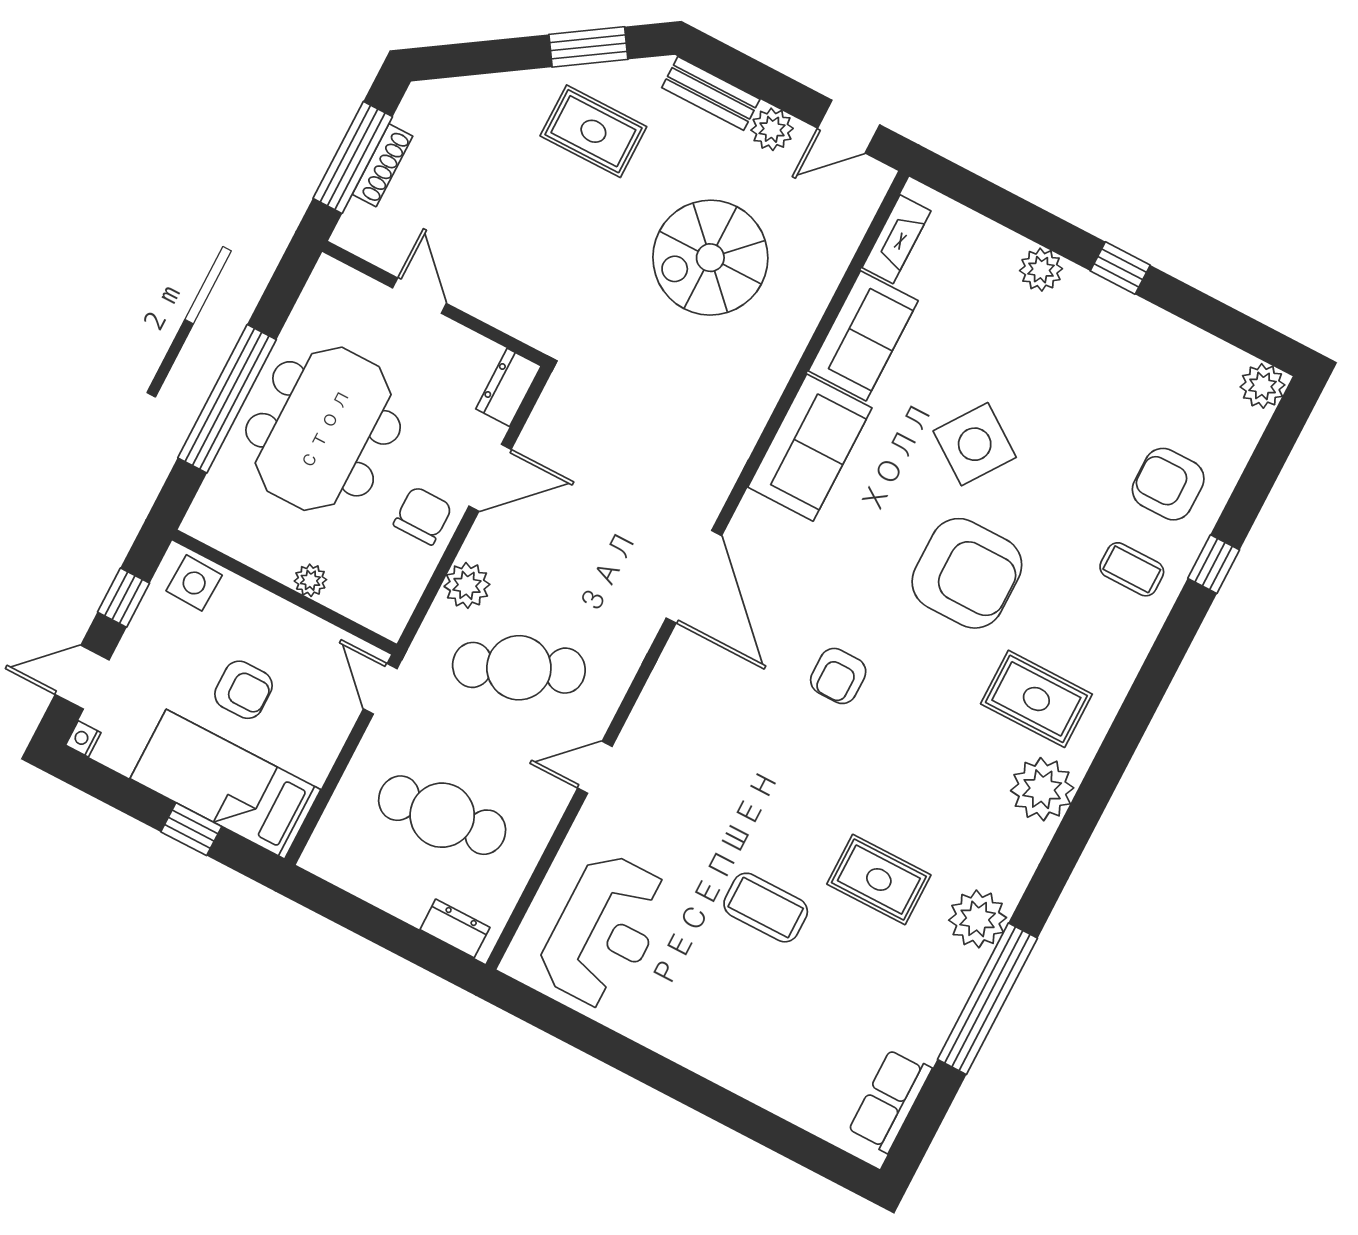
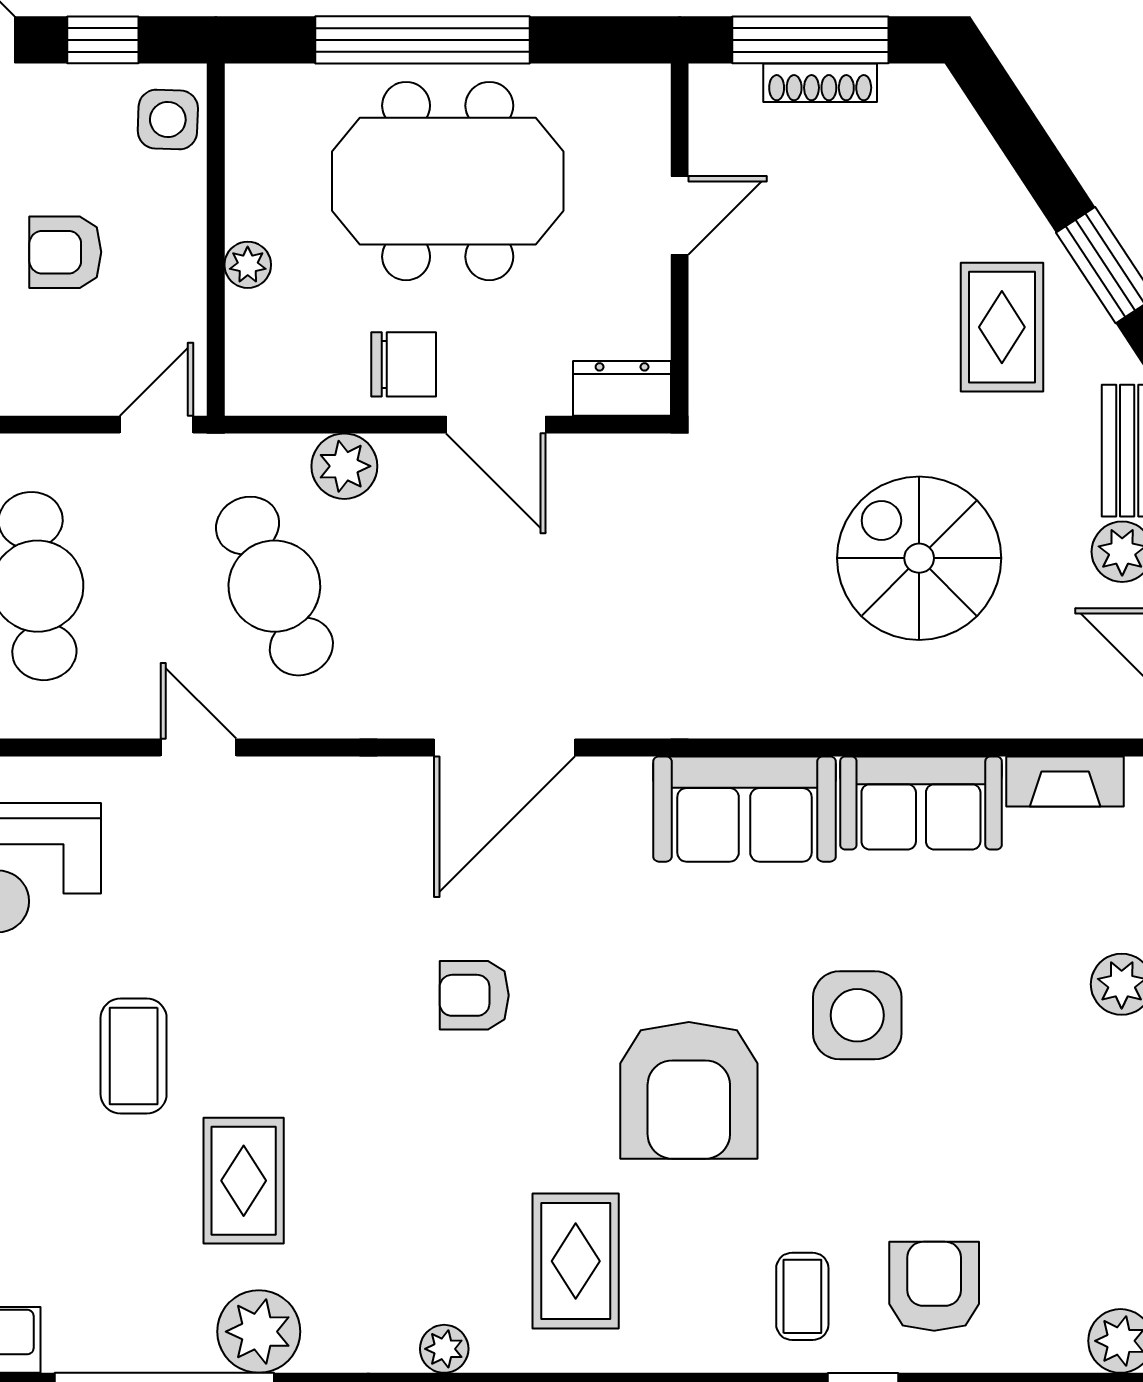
side table: (975, 444) -> (857, 1015), turned -35
armchair: (243, 690) -> (65, 252), turned 90
plant: (1042, 789) -> (444, 1349), width x0.53, depth x0.53

